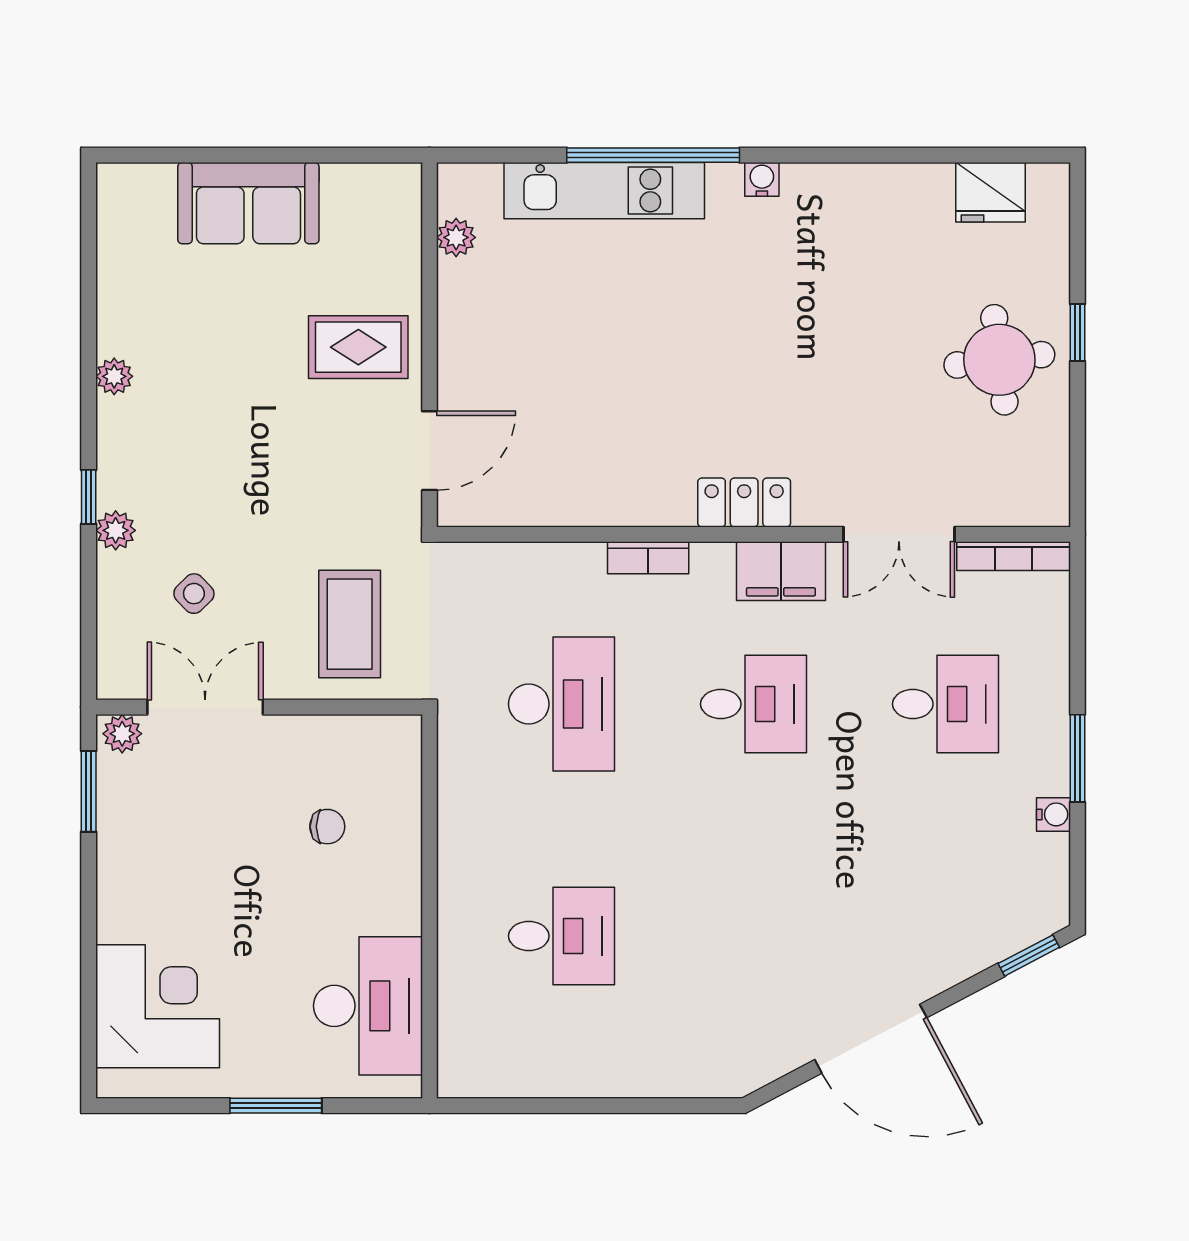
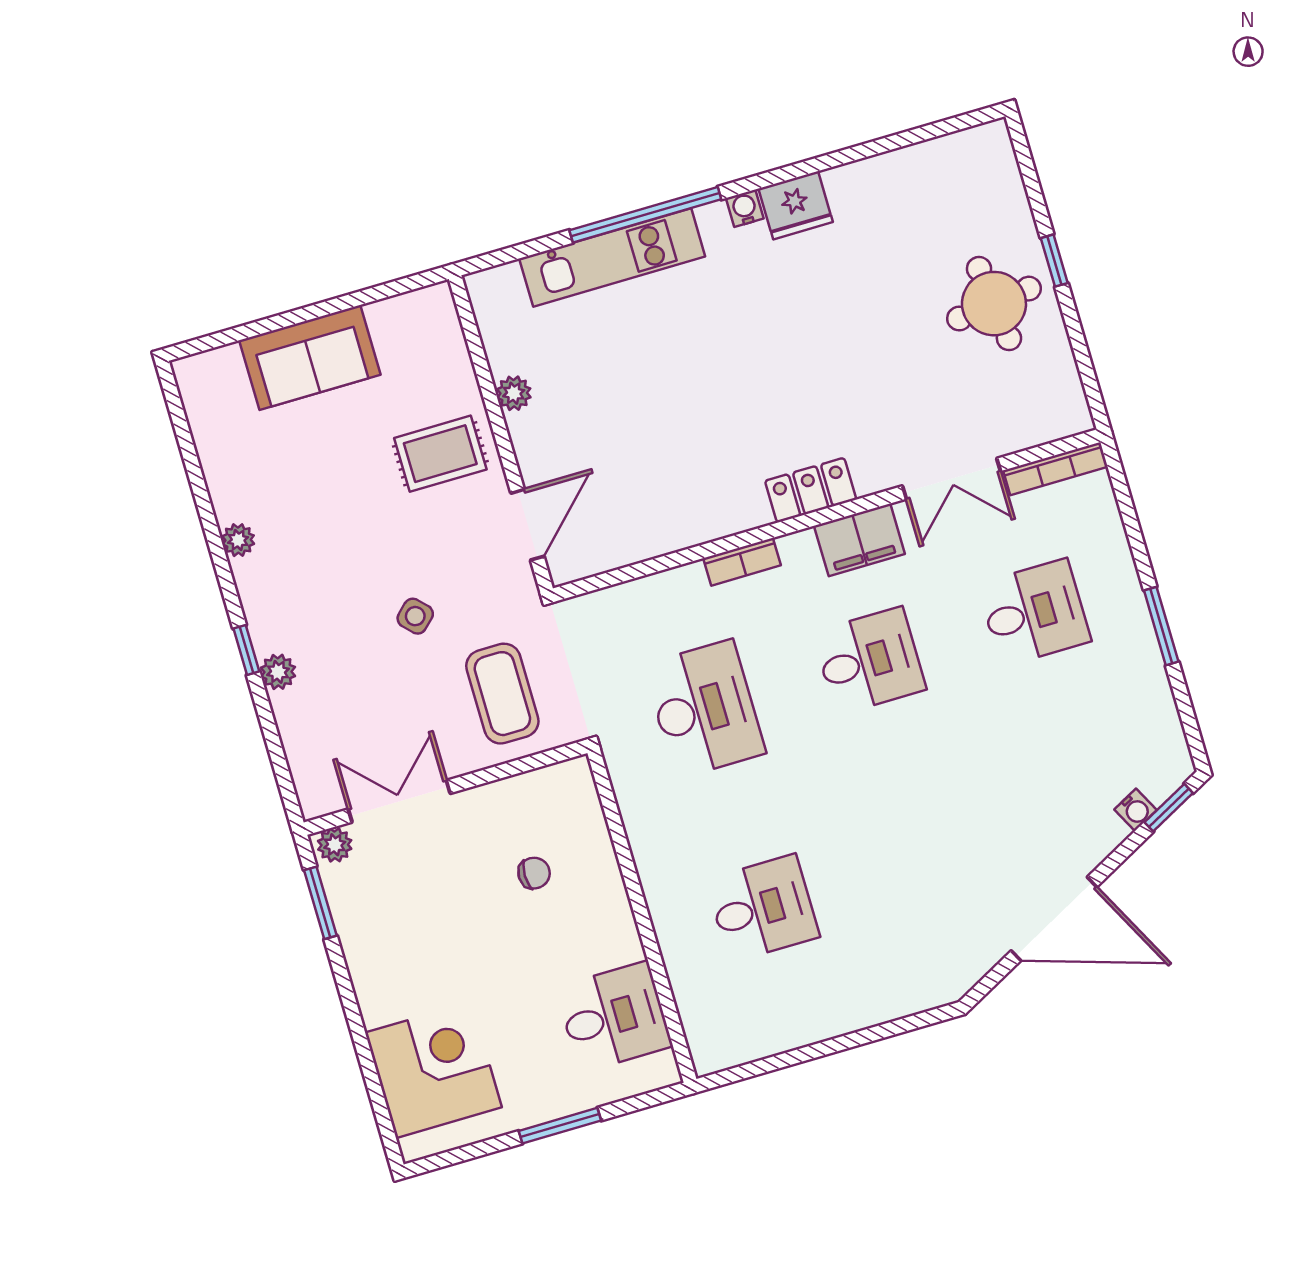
fridge: (990, 192) -> (796, 205), moved
plant: (456, 237) -> (514, 393), moved
side table: (194, 594) -> (415, 616), moved
water cooler: (1053, 814) -> (1136, 810), moved, turned 62
desk: (368, 1006) -> (614, 1017), width x0.73

